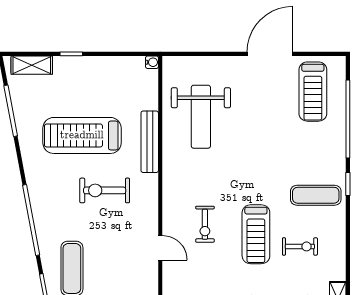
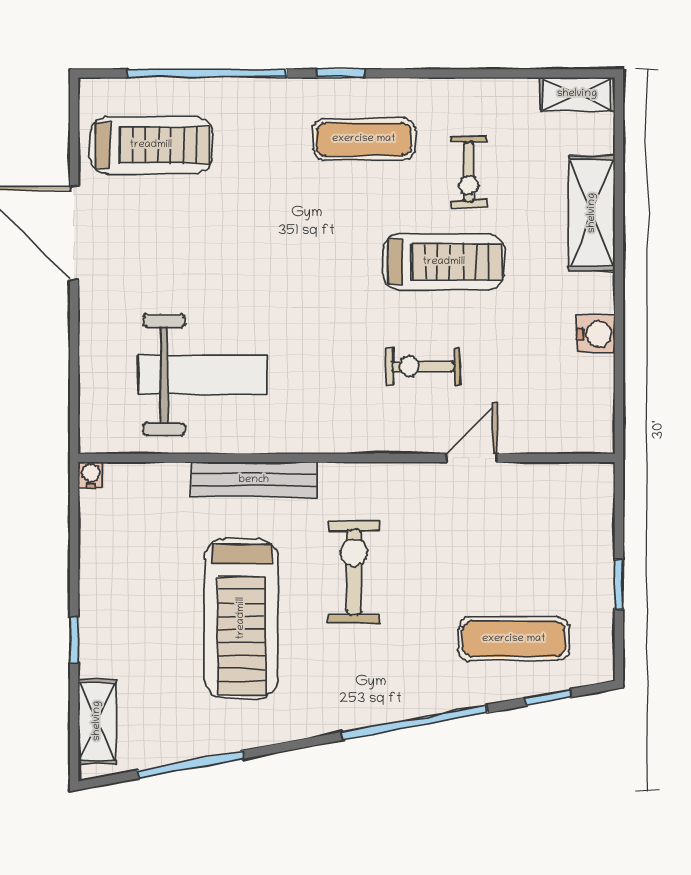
exercise bike: (105, 190) -> (354, 572), turned 180
exercise mat: (316, 195) -> (364, 139), turned 90
exercise bike: (205, 224) -> (423, 366), turned 180
exercise bike: (300, 246) -> (469, 172), turned 180

